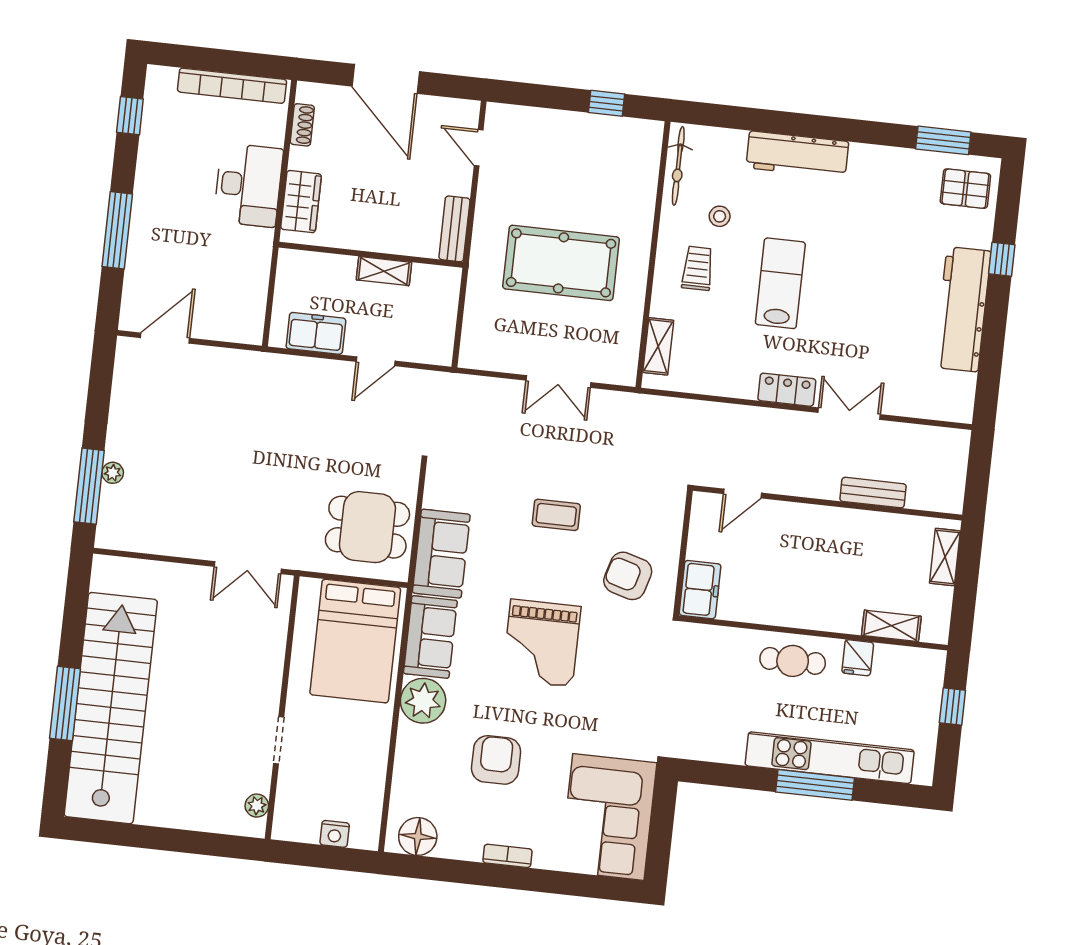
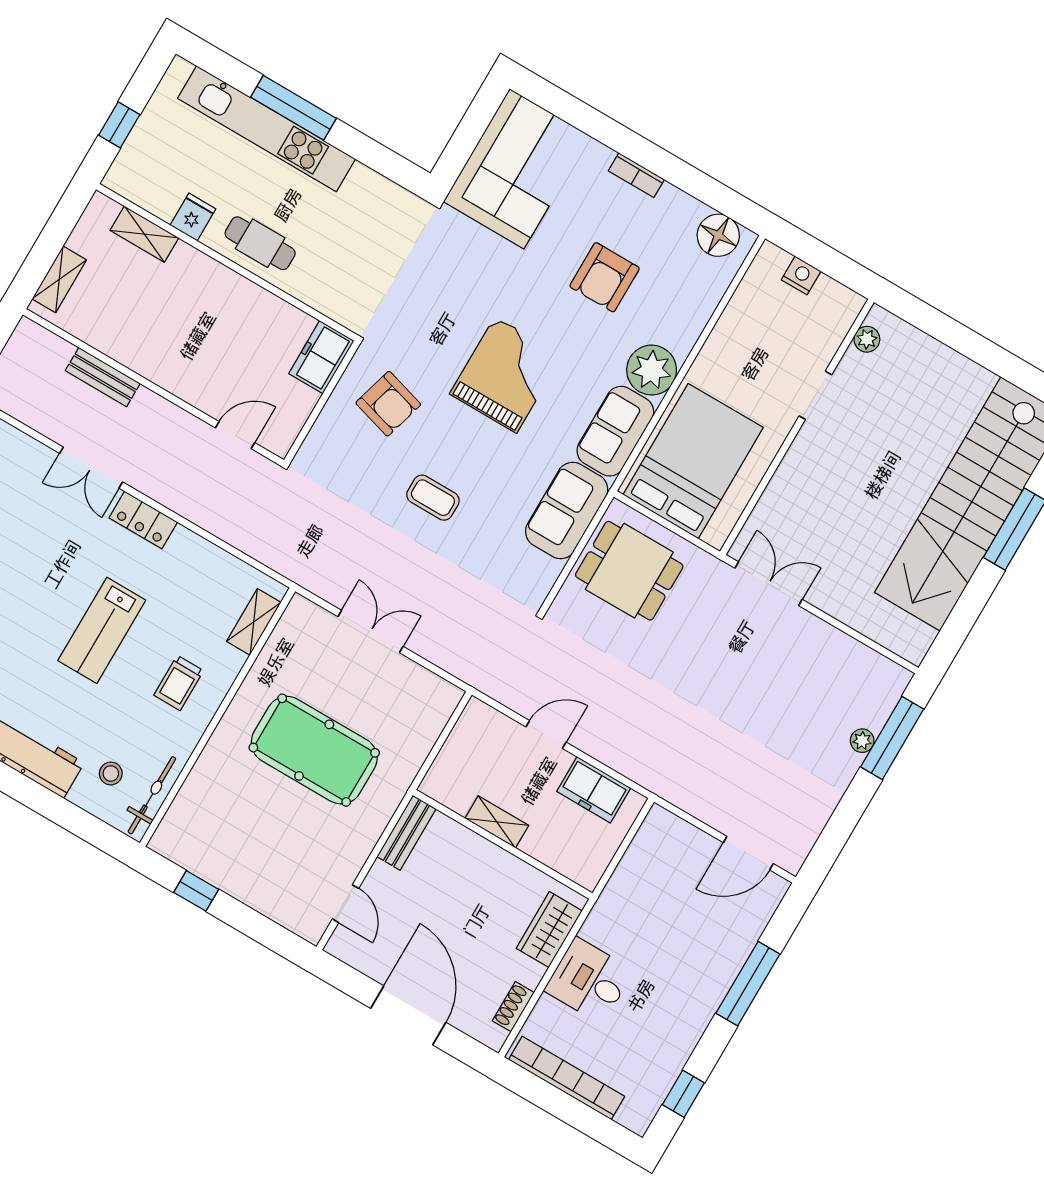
desk: (248, 185) -> (589, 981), width x0.73
stool: (720, 216) -> (111, 773), moved

